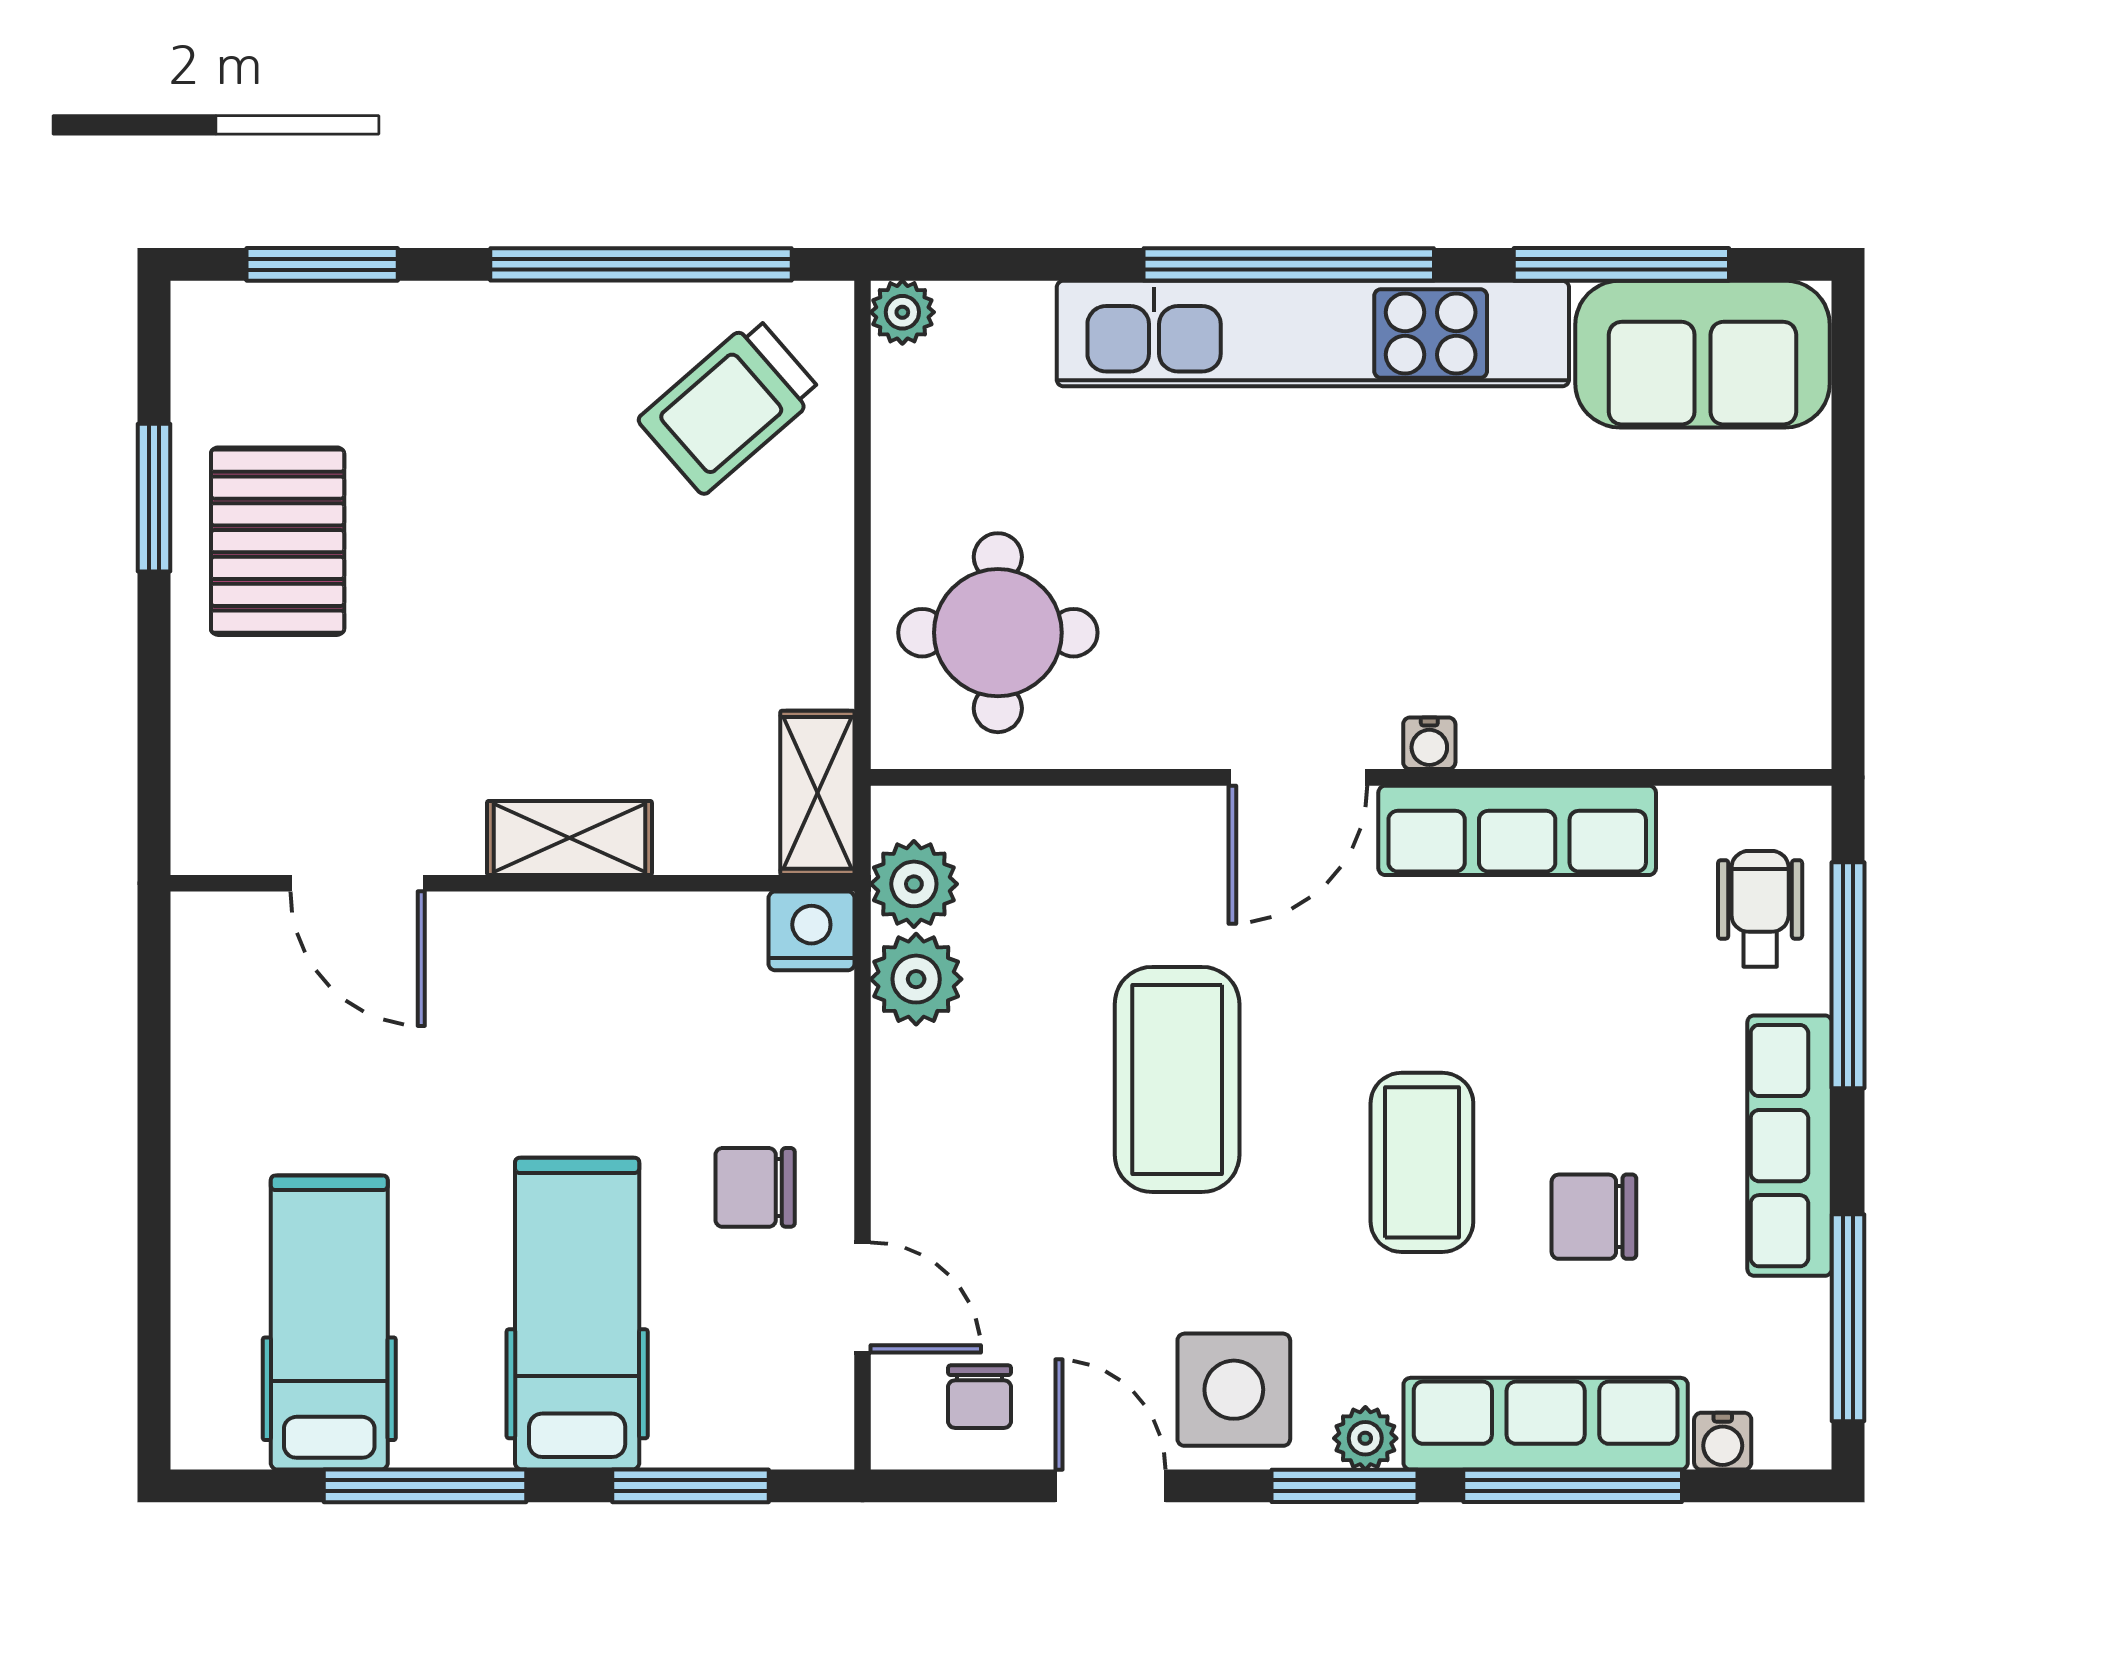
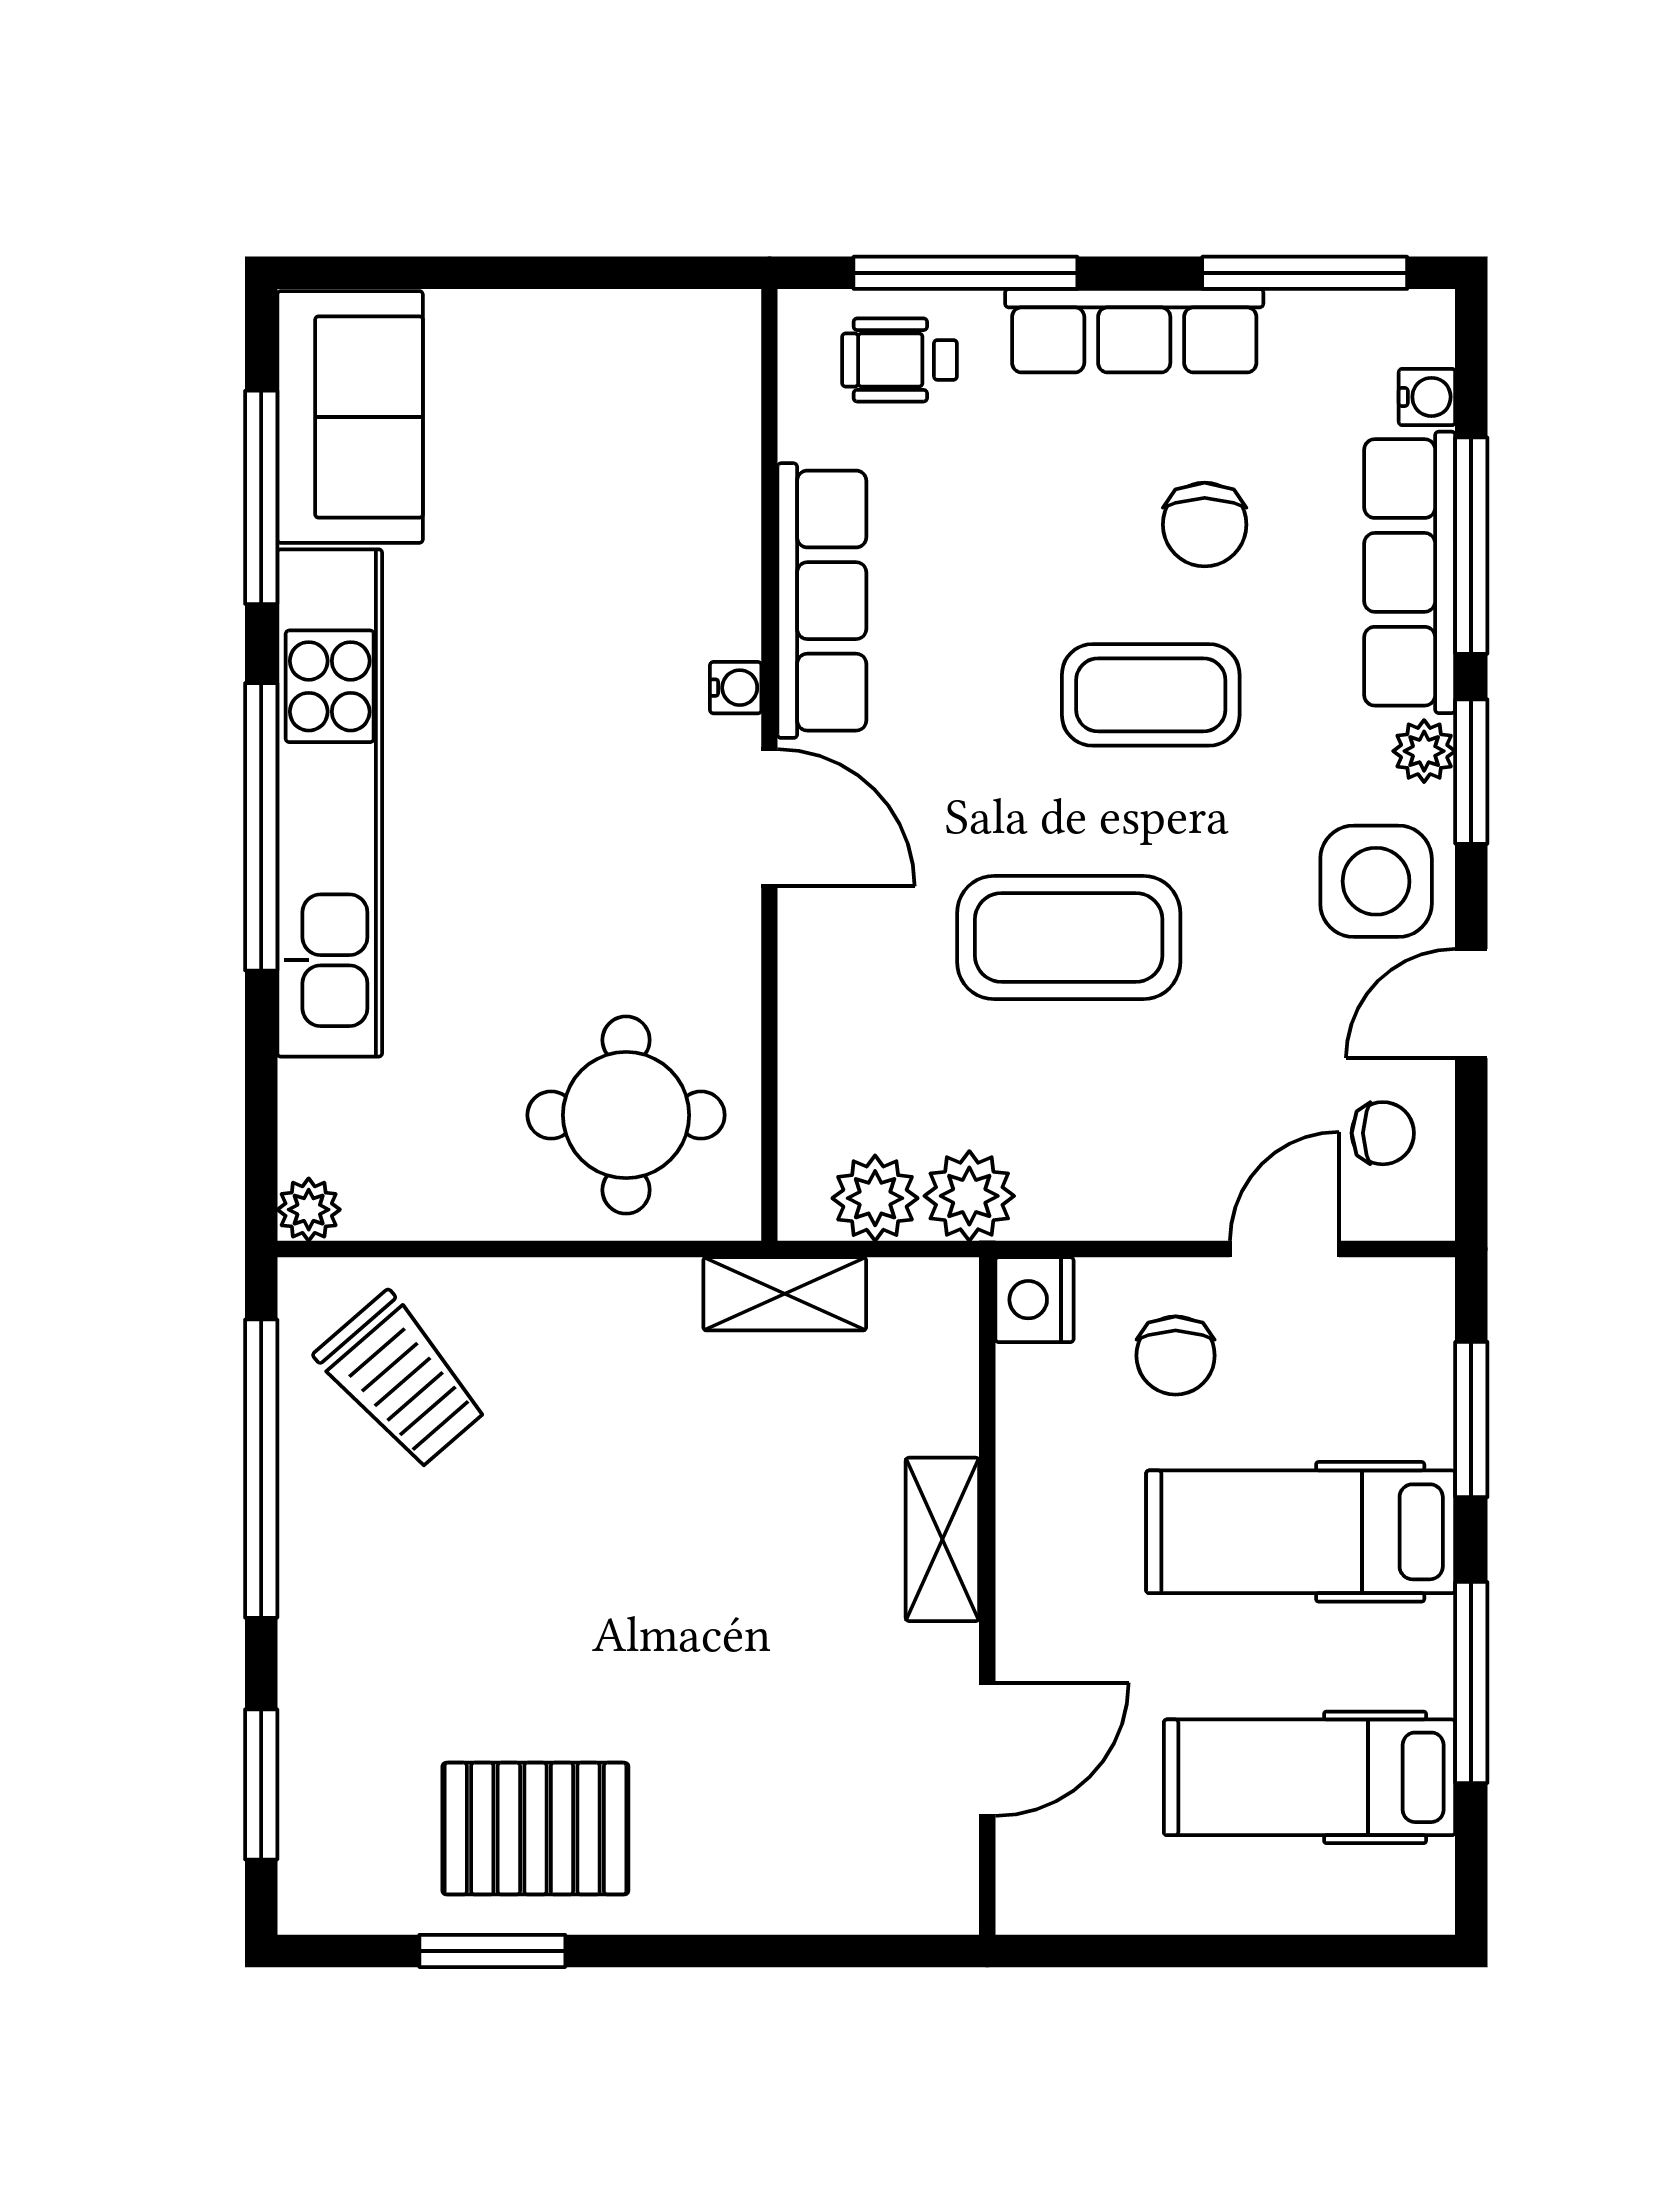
shelving: (569, 838) -> (942, 1539), moved
door: (358, 883) -> (987, 1749), moved
wall: (512, 883) -> (987, 1596), moved
nightstand: (811, 931) -> (1034, 1300), moved

